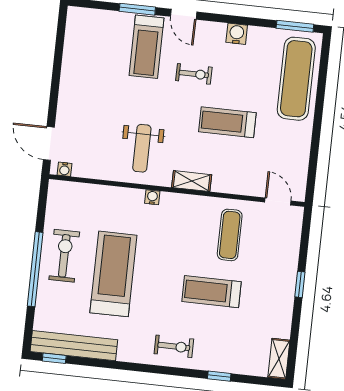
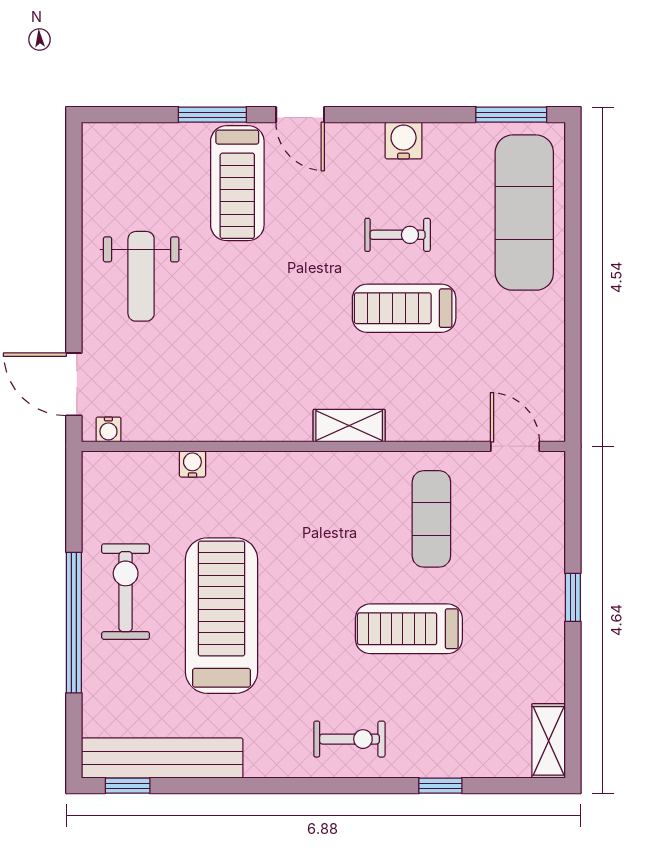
exercise bike: (194, 74) -> (398, 235), moved
weight bench: (142, 148) -> (141, 276), moved
water cooler: (152, 197) -> (192, 464), moved

